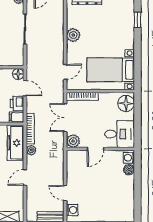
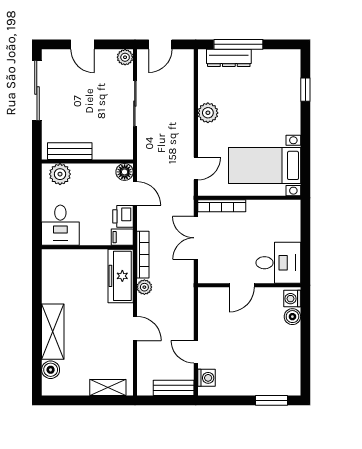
floor lamp: (126, 103) -> (288, 216), removed
plant: (73, 141) -> (208, 273), removed
door: (25, 177) -> (135, 328), swing flipped

